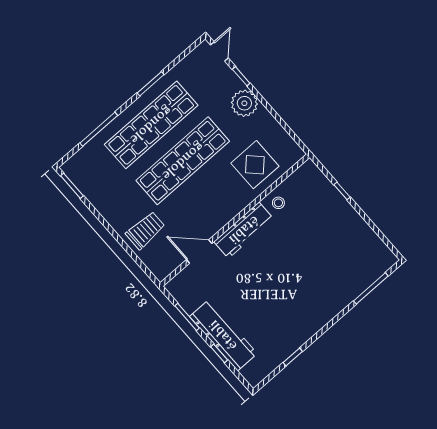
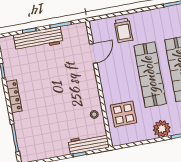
workbench: (244, 230) -> (89, 144), moved, turned 90
locker: (317, 322) -> (14, 96), added

